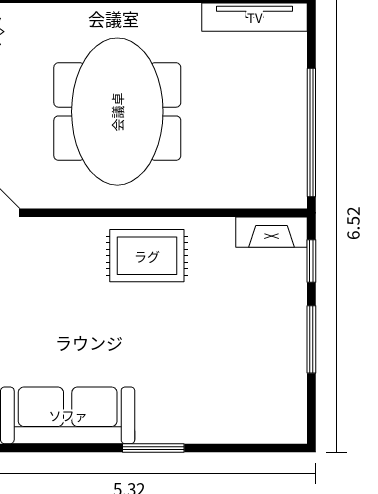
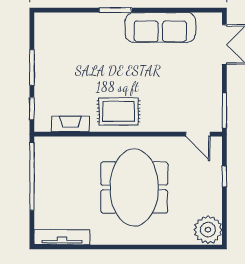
fireplace: (271, 232) -> (70, 124), moved

